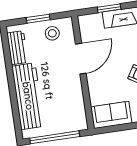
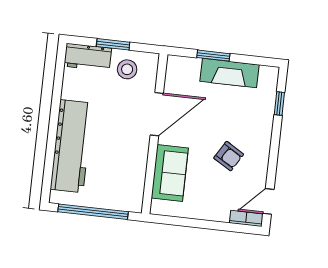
workbench: (17, 48) -> (88, 57), moved, turned 90
sofa: (111, 115) -> (170, 173), moved, turned 90

